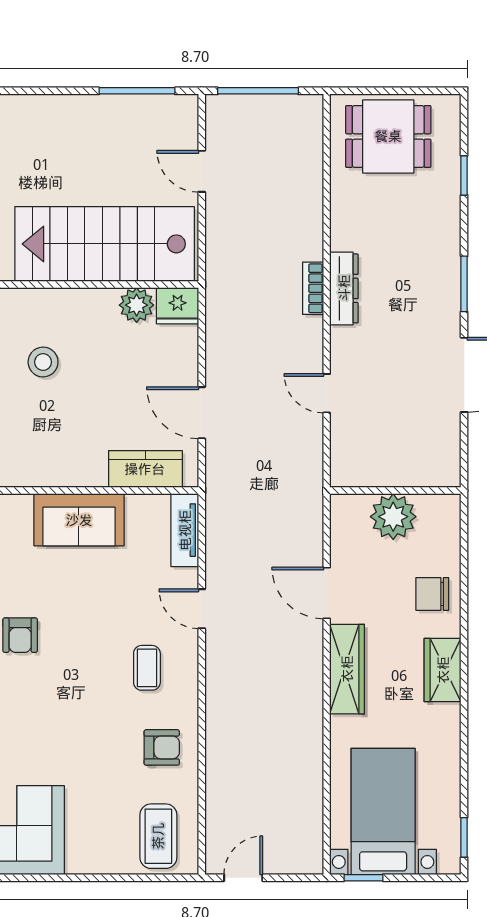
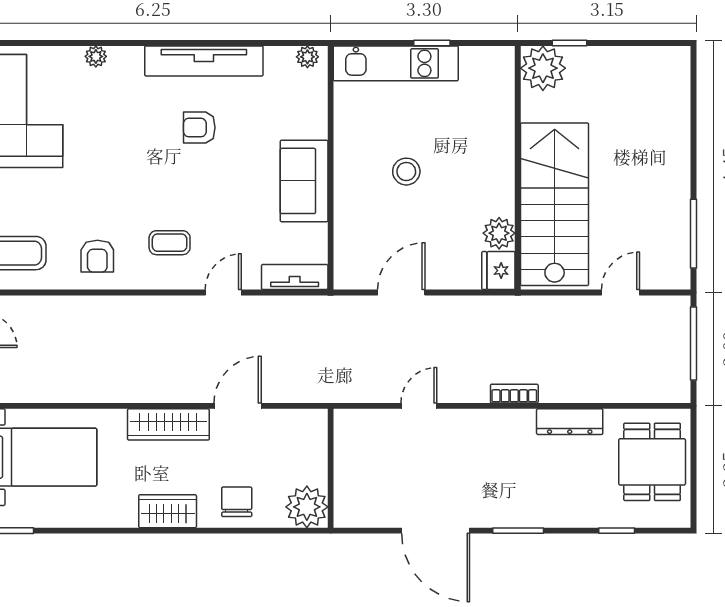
dresser: (344, 288) -> (570, 422), moved
stool: (43, 362) -> (406, 172), moved
kitchen counter: (145, 469) -> (350, 241), removed
plant: (393, 517) -> (307, 507), moved

